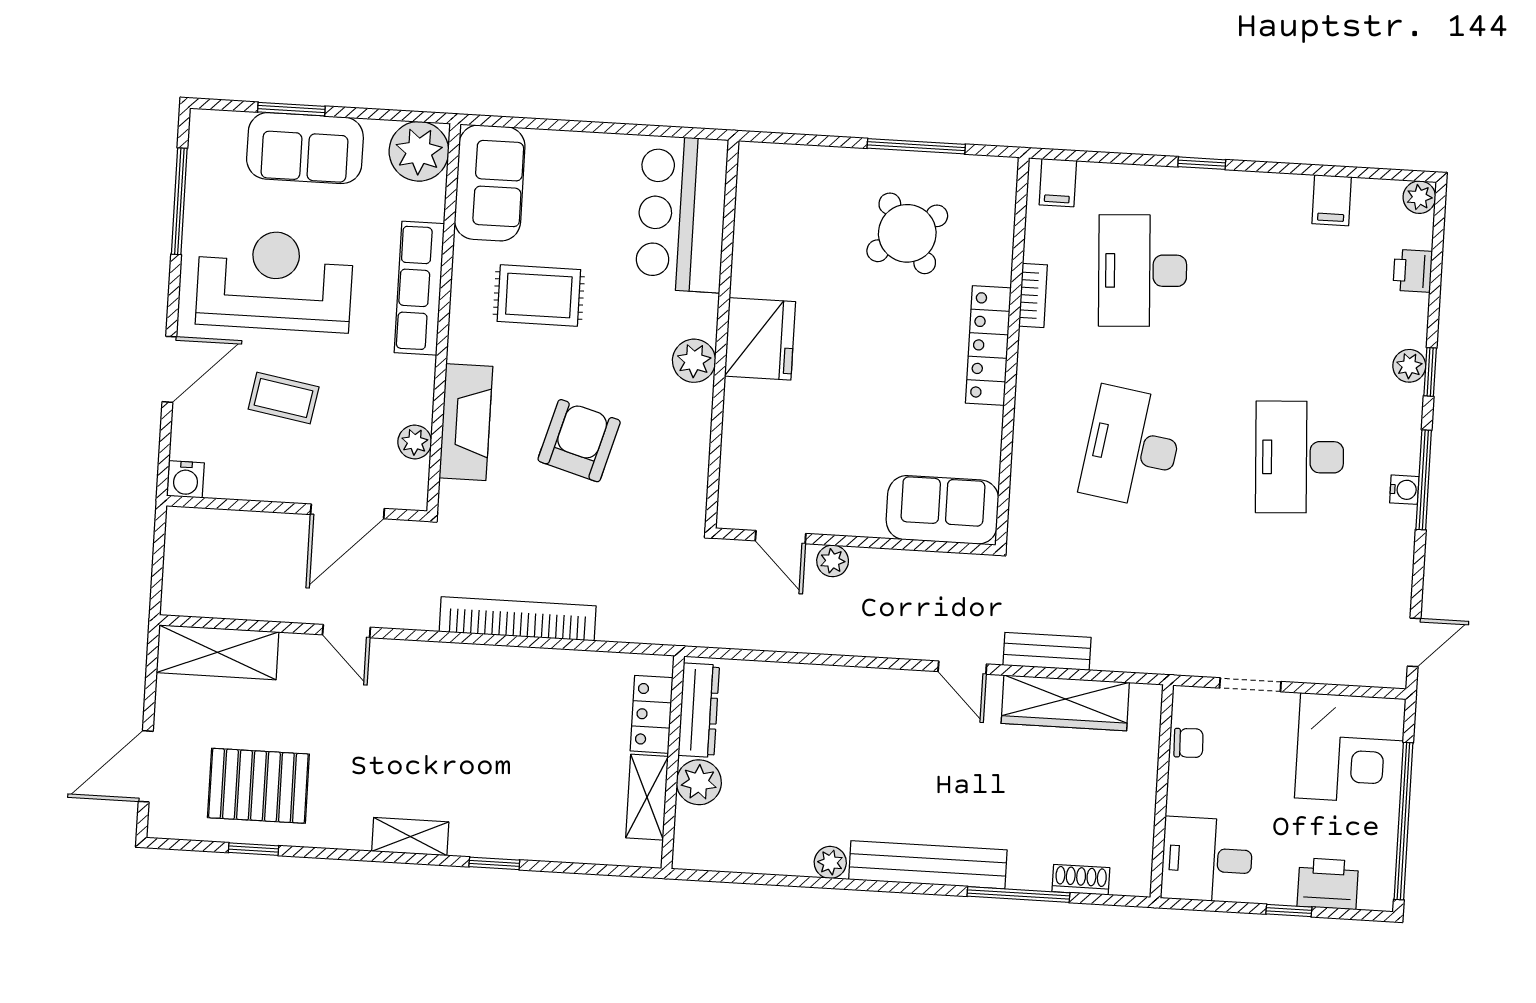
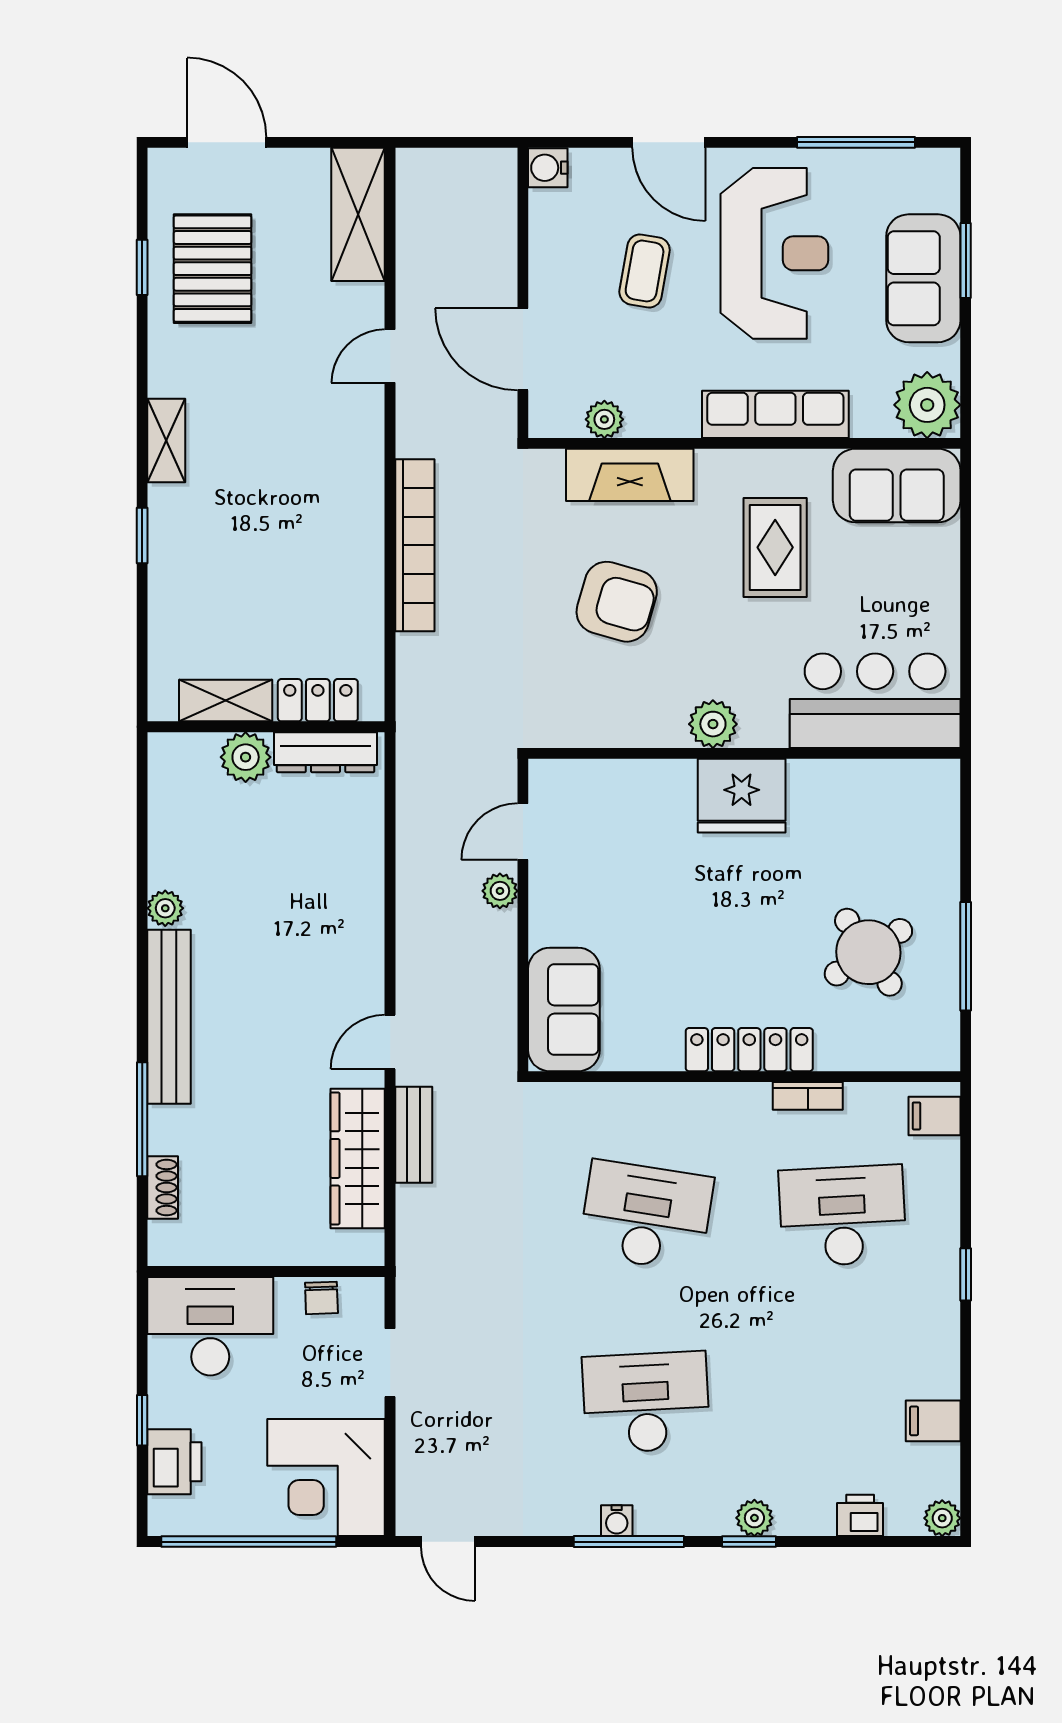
desk: (1207, 860) -> (210, 1326), width x1.37

